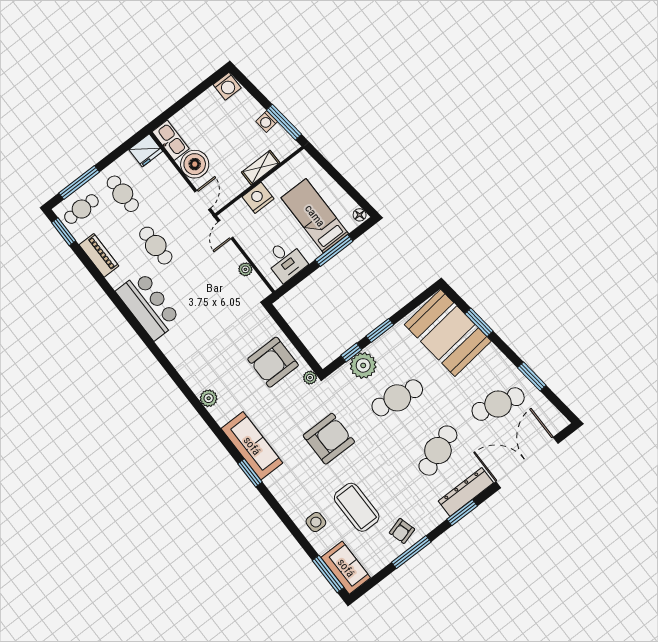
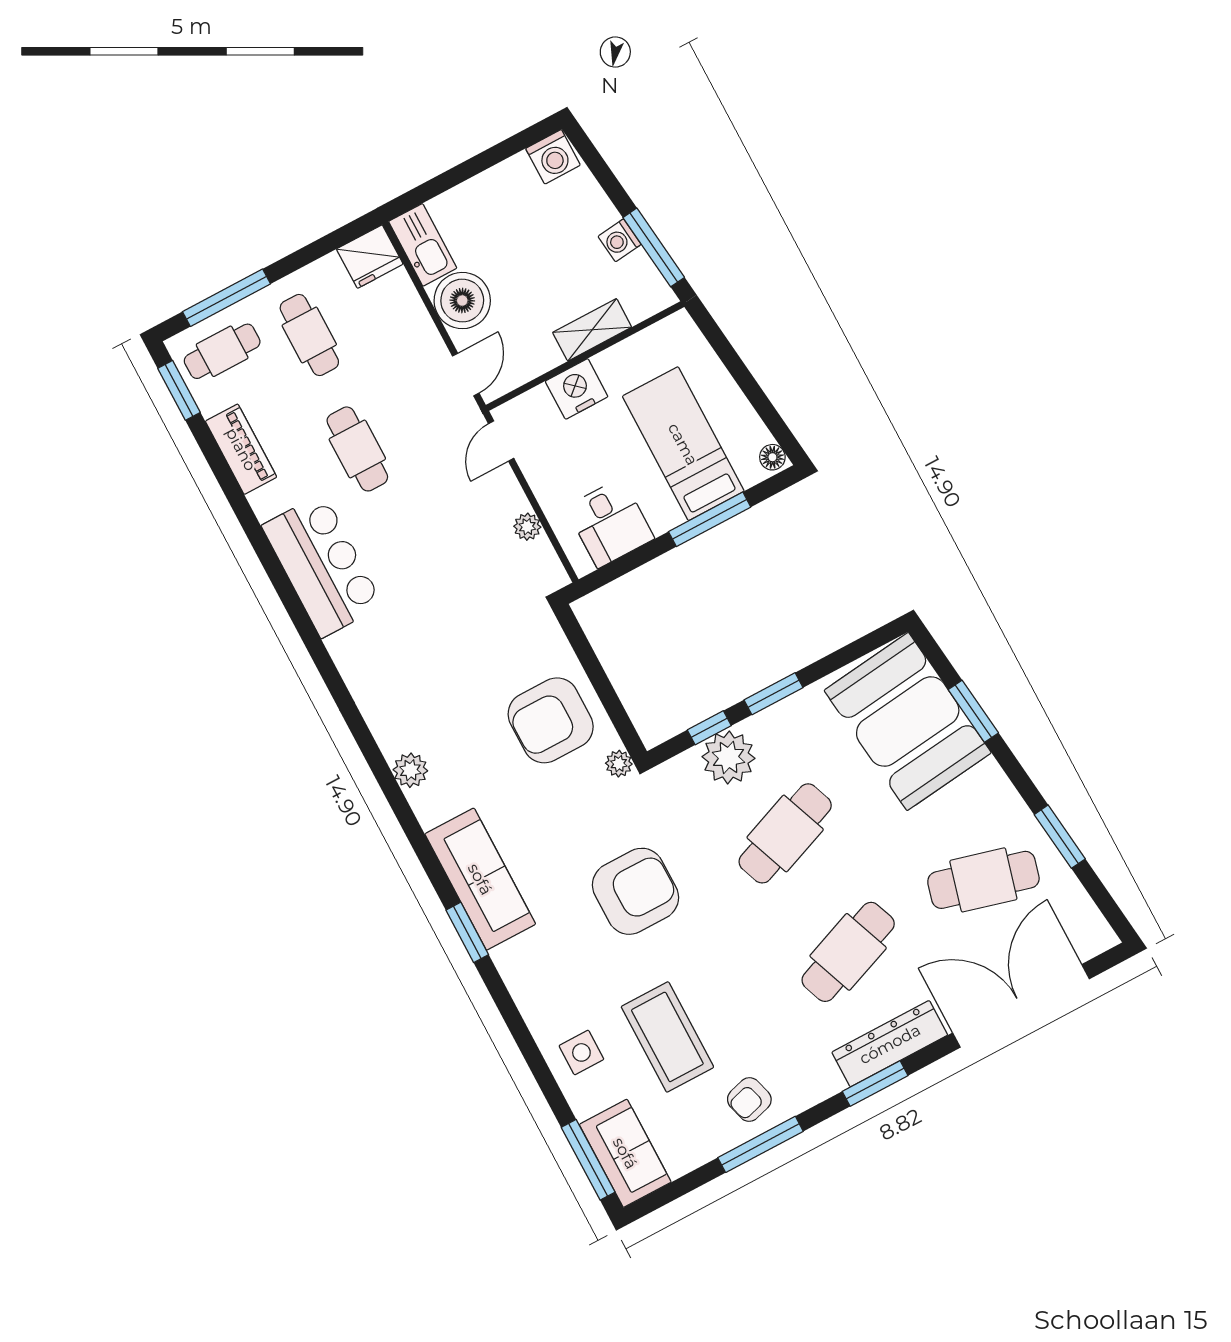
cafe table: (397, 398) -> (785, 833), turned -30

